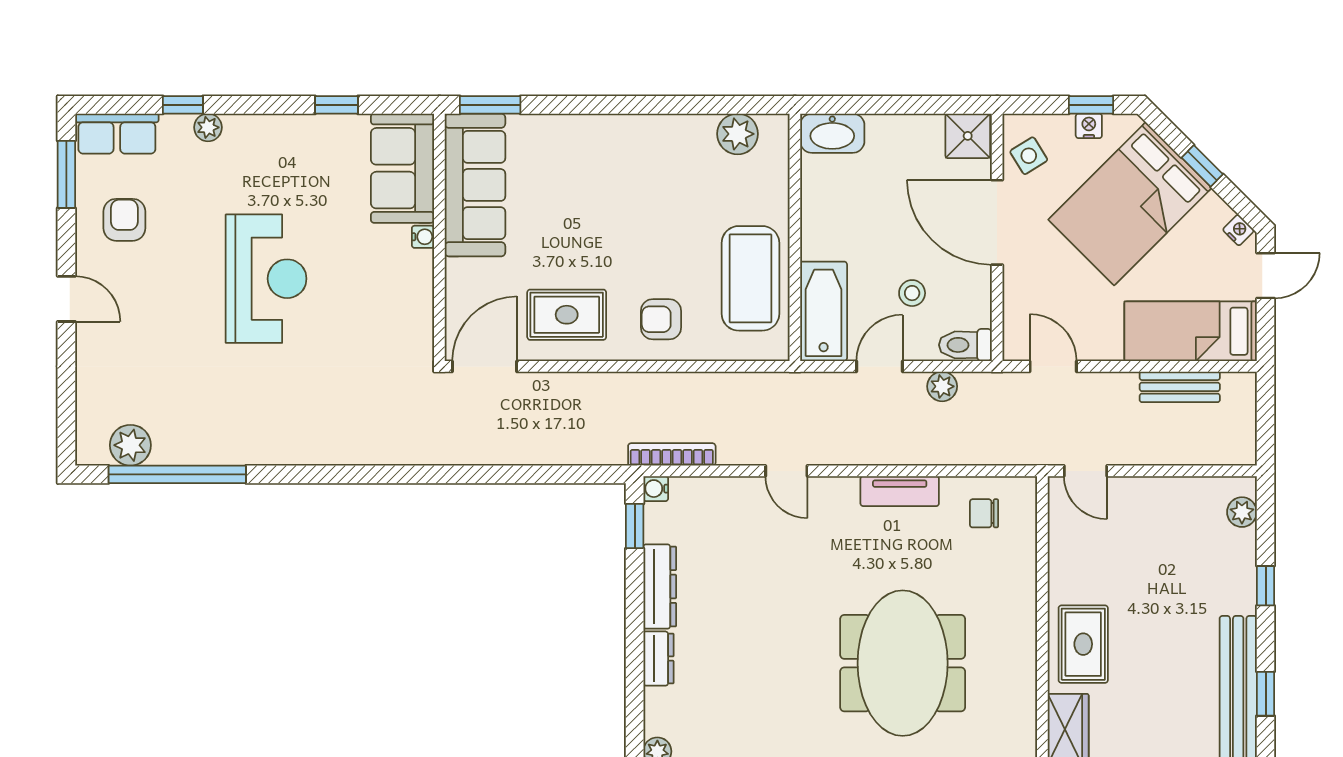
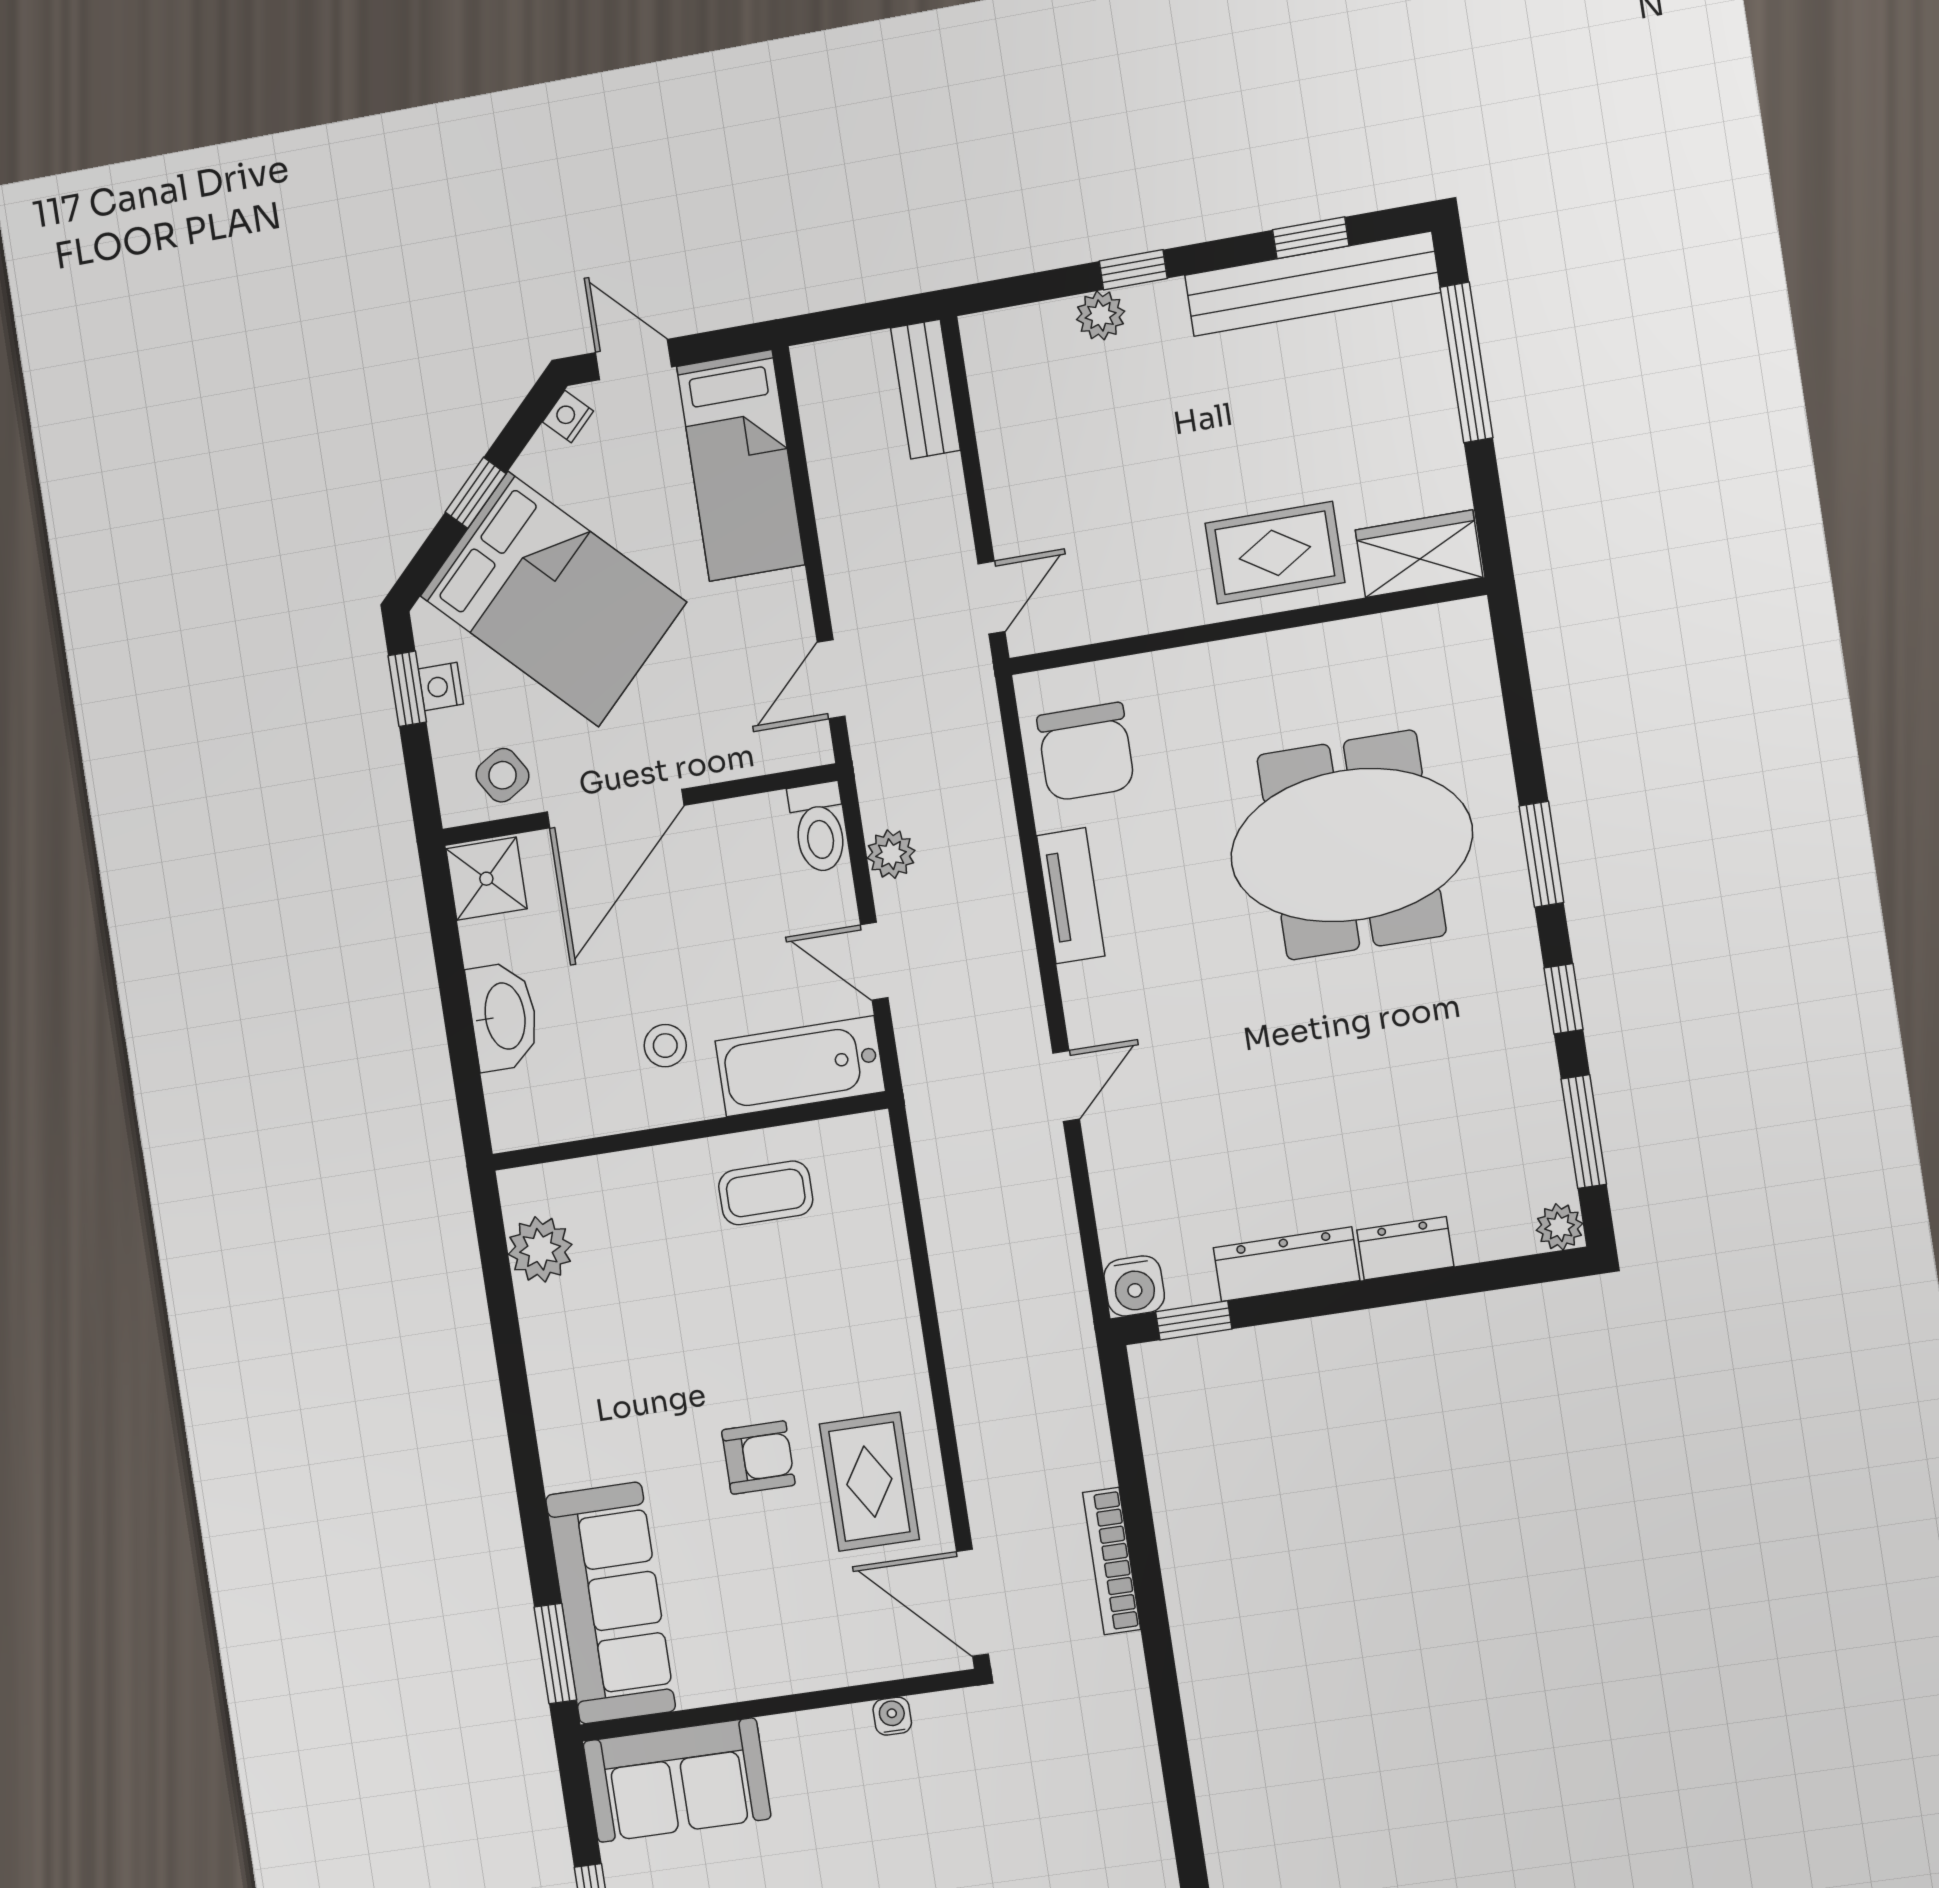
washbasin: (832, 133) -> (503, 1016), moved
sofa: (475, 185) -> (611, 1603), moved, turned 90
water cooler: (423, 237) -> (892, 1716), moved
coffee table: (750, 278) -> (766, 1193), width x0.54, depth x0.58
stool: (912, 293) -> (665, 1046), moved
armchair: (661, 319) -> (758, 1458), moved, turned -90
bench: (1180, 387) -> (925, 389), moved
bookcase: (672, 454) -> (1112, 1561), moved
water cooler: (656, 489) -> (1134, 1286), width x1.38, depth x1.38
plant: (1242, 512) -> (1101, 315), moved
chair: (984, 513) -> (1086, 752), width x1.87, depth x1.87

